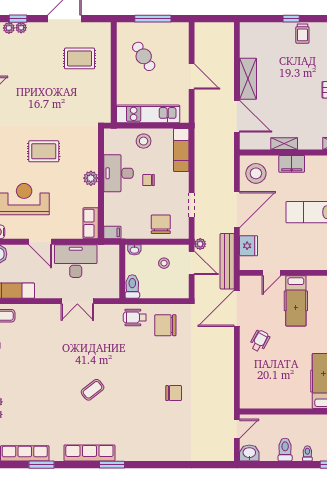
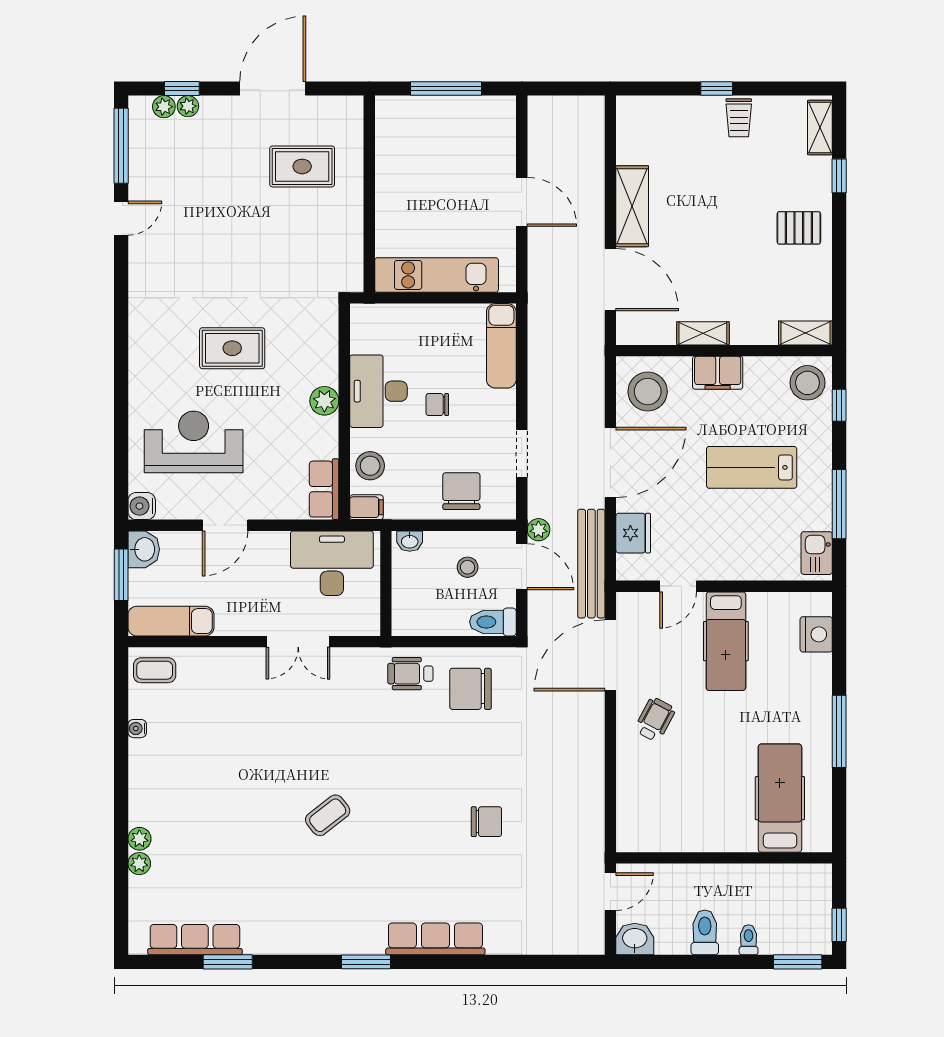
cafe table: (144, 56) -> (428, 162), removed
stool: (144, 141) -> (370, 466), moved
door: (40, 242) -> (225, 525), hinge flipped
desk: (76, 261) -> (332, 563), moved
toilet: (132, 286) -> (493, 622), moved, turned -90
row of seats: (89, 453) -> (435, 939), moved

